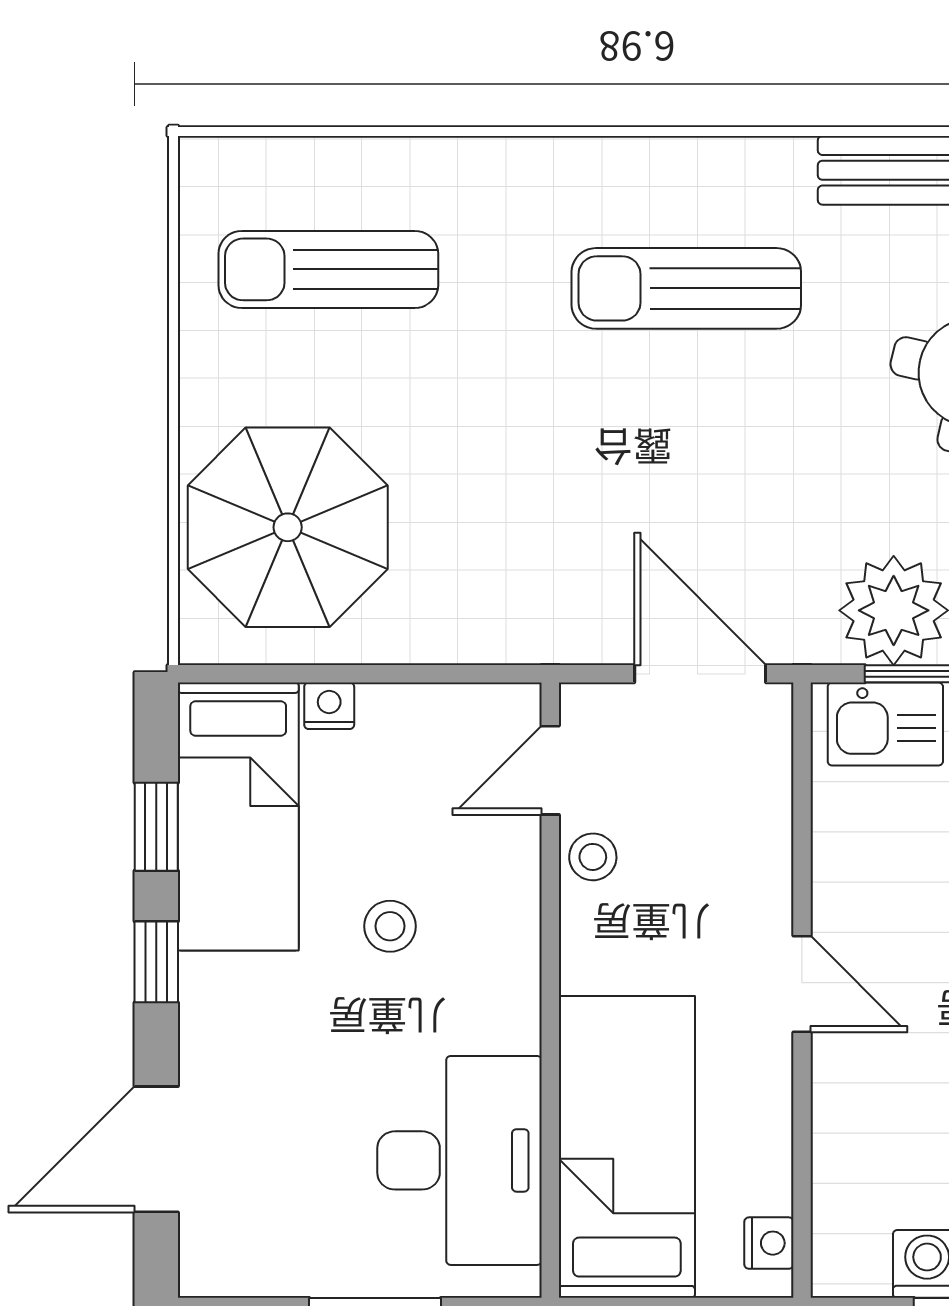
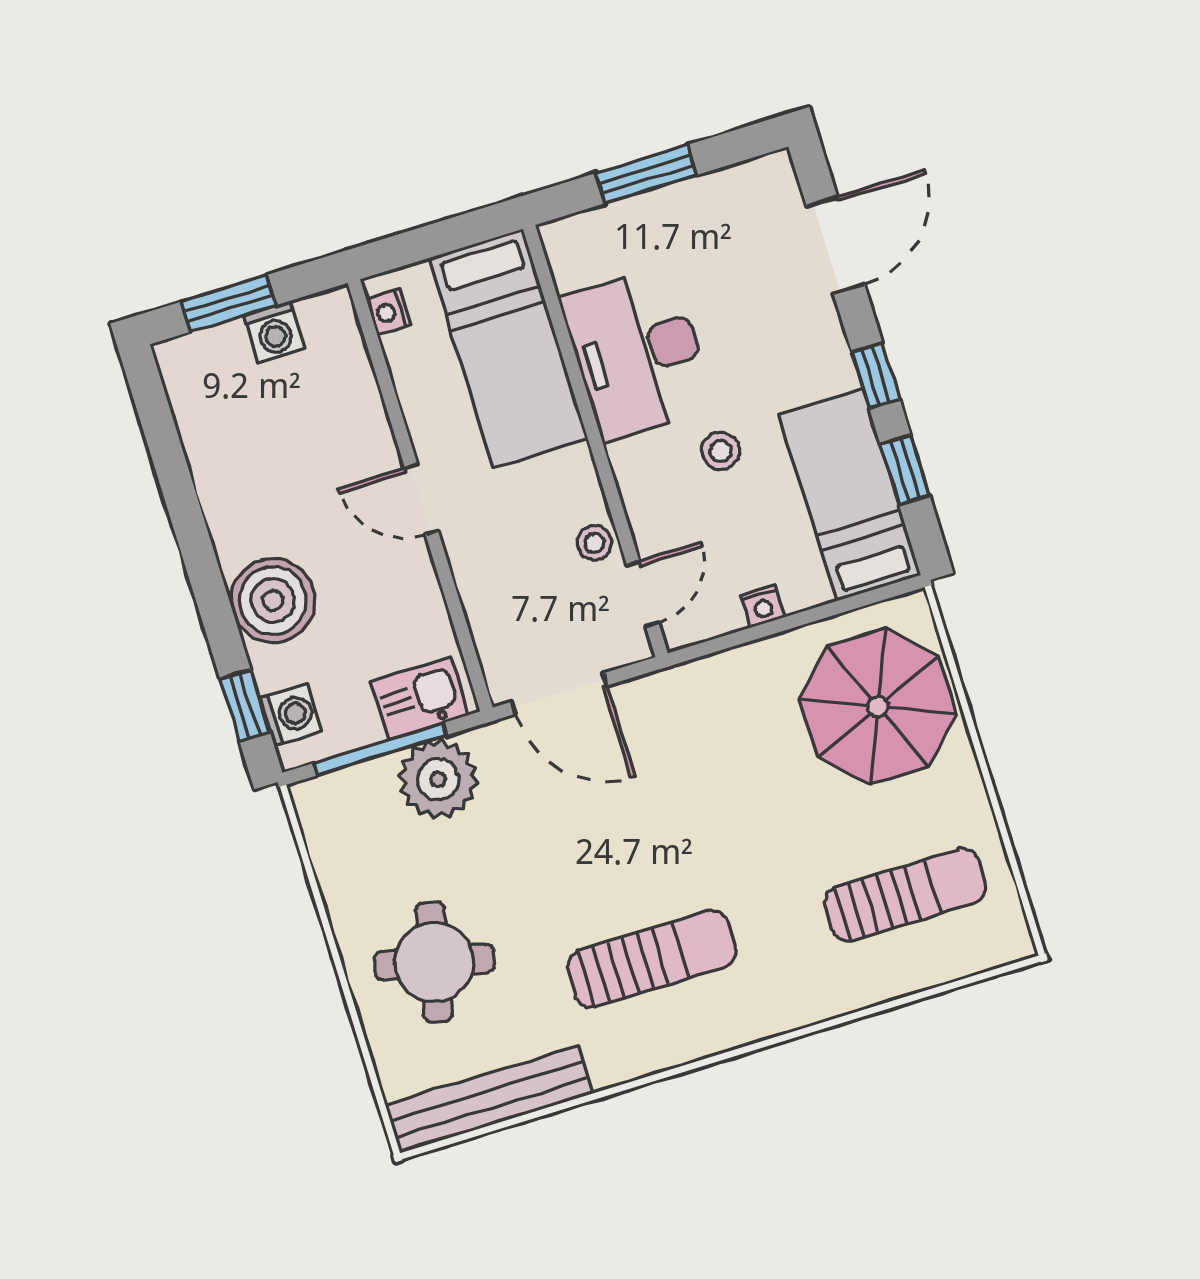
nightstand: (329, 706) -> (763, 606), moved
desk: (459, 1160) -> (637, 353), moved

